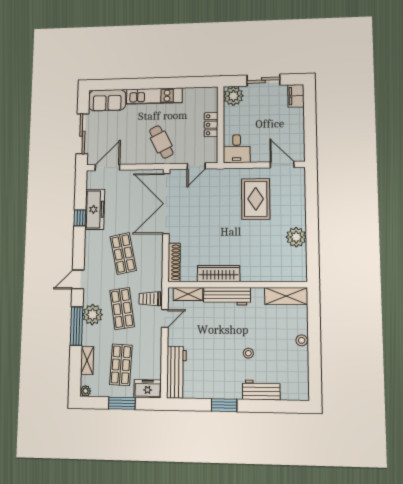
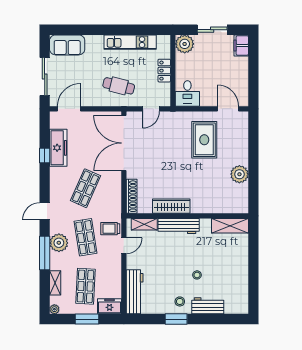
kitchen unit: (154, 96) -> (130, 42), moved
cafe table: (161, 142) -> (119, 86), turned -49
shop shelf: (123, 254) -> (85, 188), turned 36
stool: (302, 340) -> (180, 301), moved

